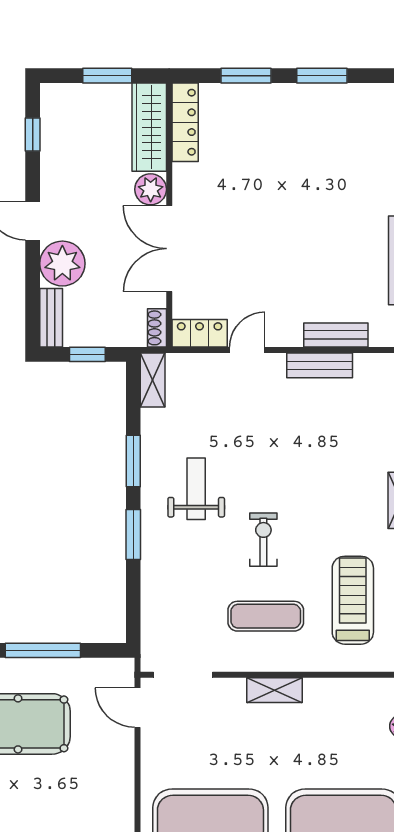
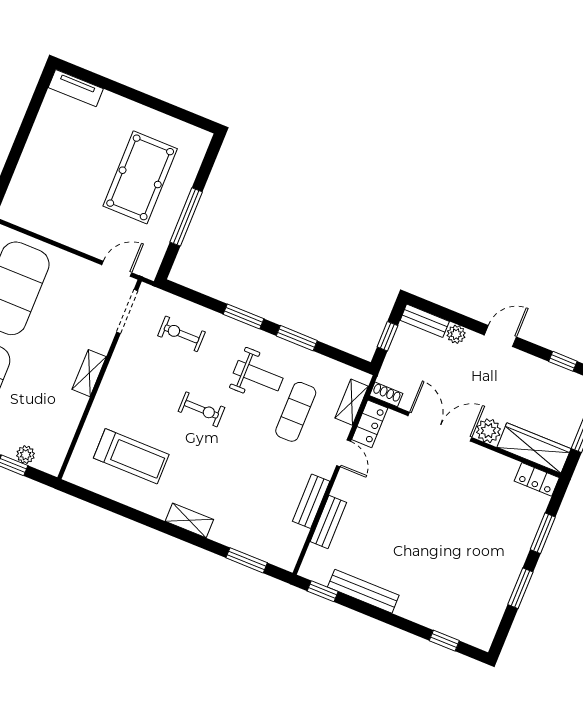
locker: (185, 122) -> (537, 479), width x0.66
plant: (62, 264) -> (456, 334), width x0.53, depth x0.53
shelving: (153, 380) -> (352, 402), moved, turned 90
exercise bike: (184, 600) -> (181, 334), added
exercise mat: (266, 616) -> (296, 412), moved

